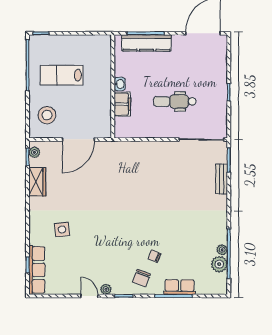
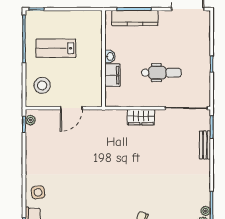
dental chair: (175, 101) -> (161, 73), turned 180
door: (78, 139) -> (71, 108), width x0.73
wardrobe: (37, 182) -> (141, 117), moved, turned 90
side table: (62, 230) -> (38, 192), moved

